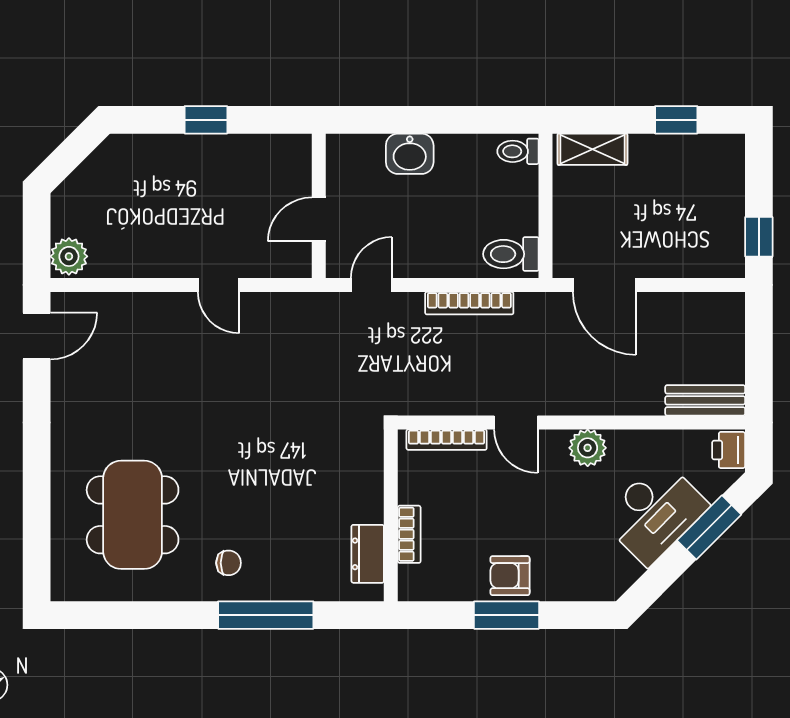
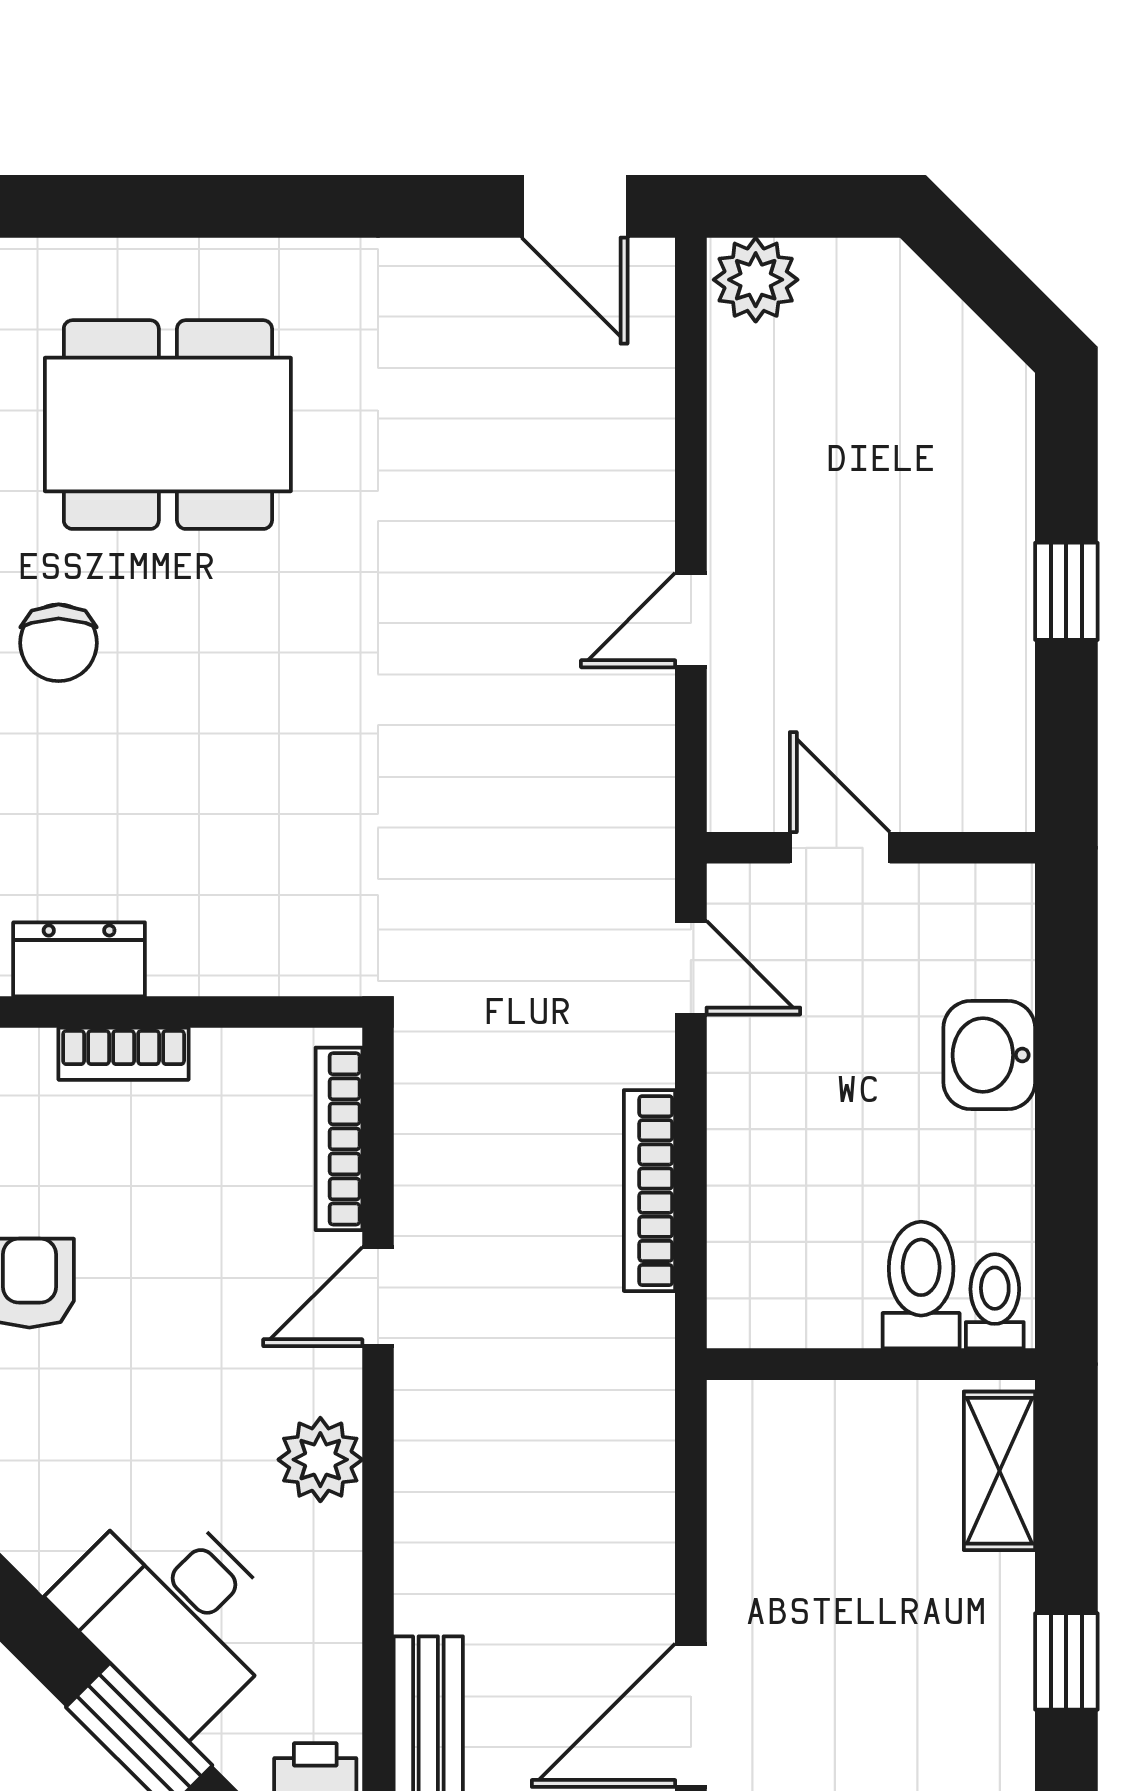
toilet: (511, 254) -> (921, 1285), moved
door: (604, 285) -> (691, 1715), moved
chair: (229, 563) -> (59, 643), width x1.37, depth x1.37

